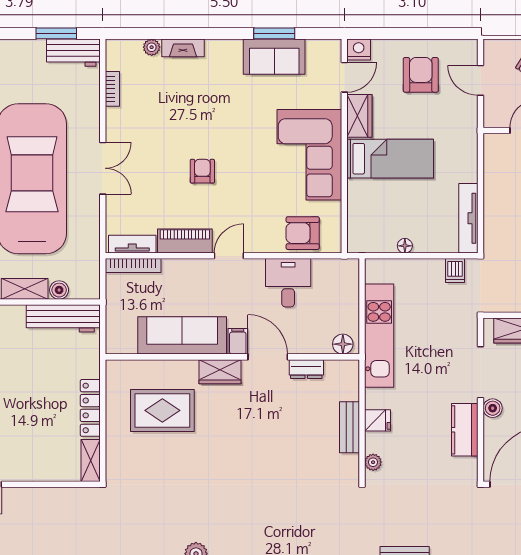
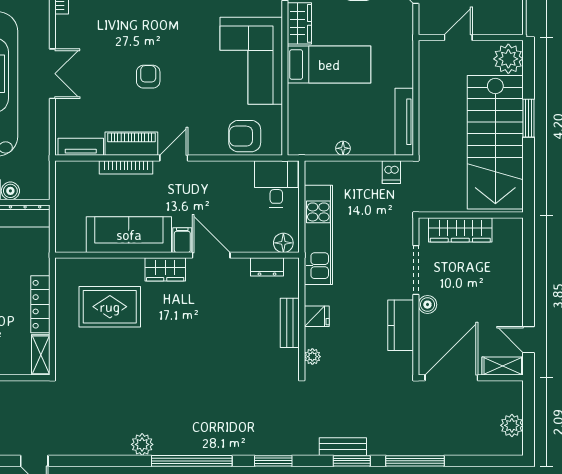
bookcase: (133, 266) -> (126, 167), moved
desk: (288, 283) -> (276, 184), moved
dresser: (306, 369) -> (267, 267), moved

